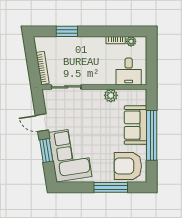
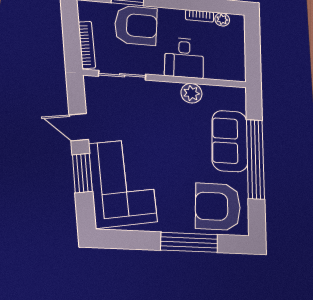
armchair: (73, 51) -> (136, 25), added
desk: (129, 71) -> (184, 58), moved

